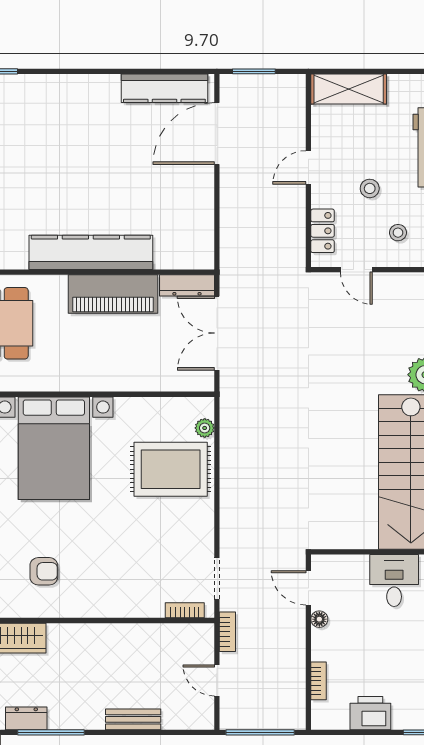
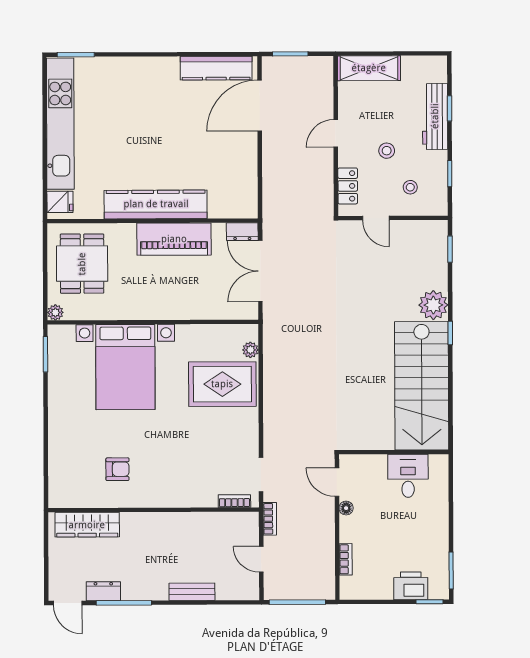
dresser: (187, 285) -> (242, 232), width x0.70
printer: (370, 713) -> (411, 586), moved

